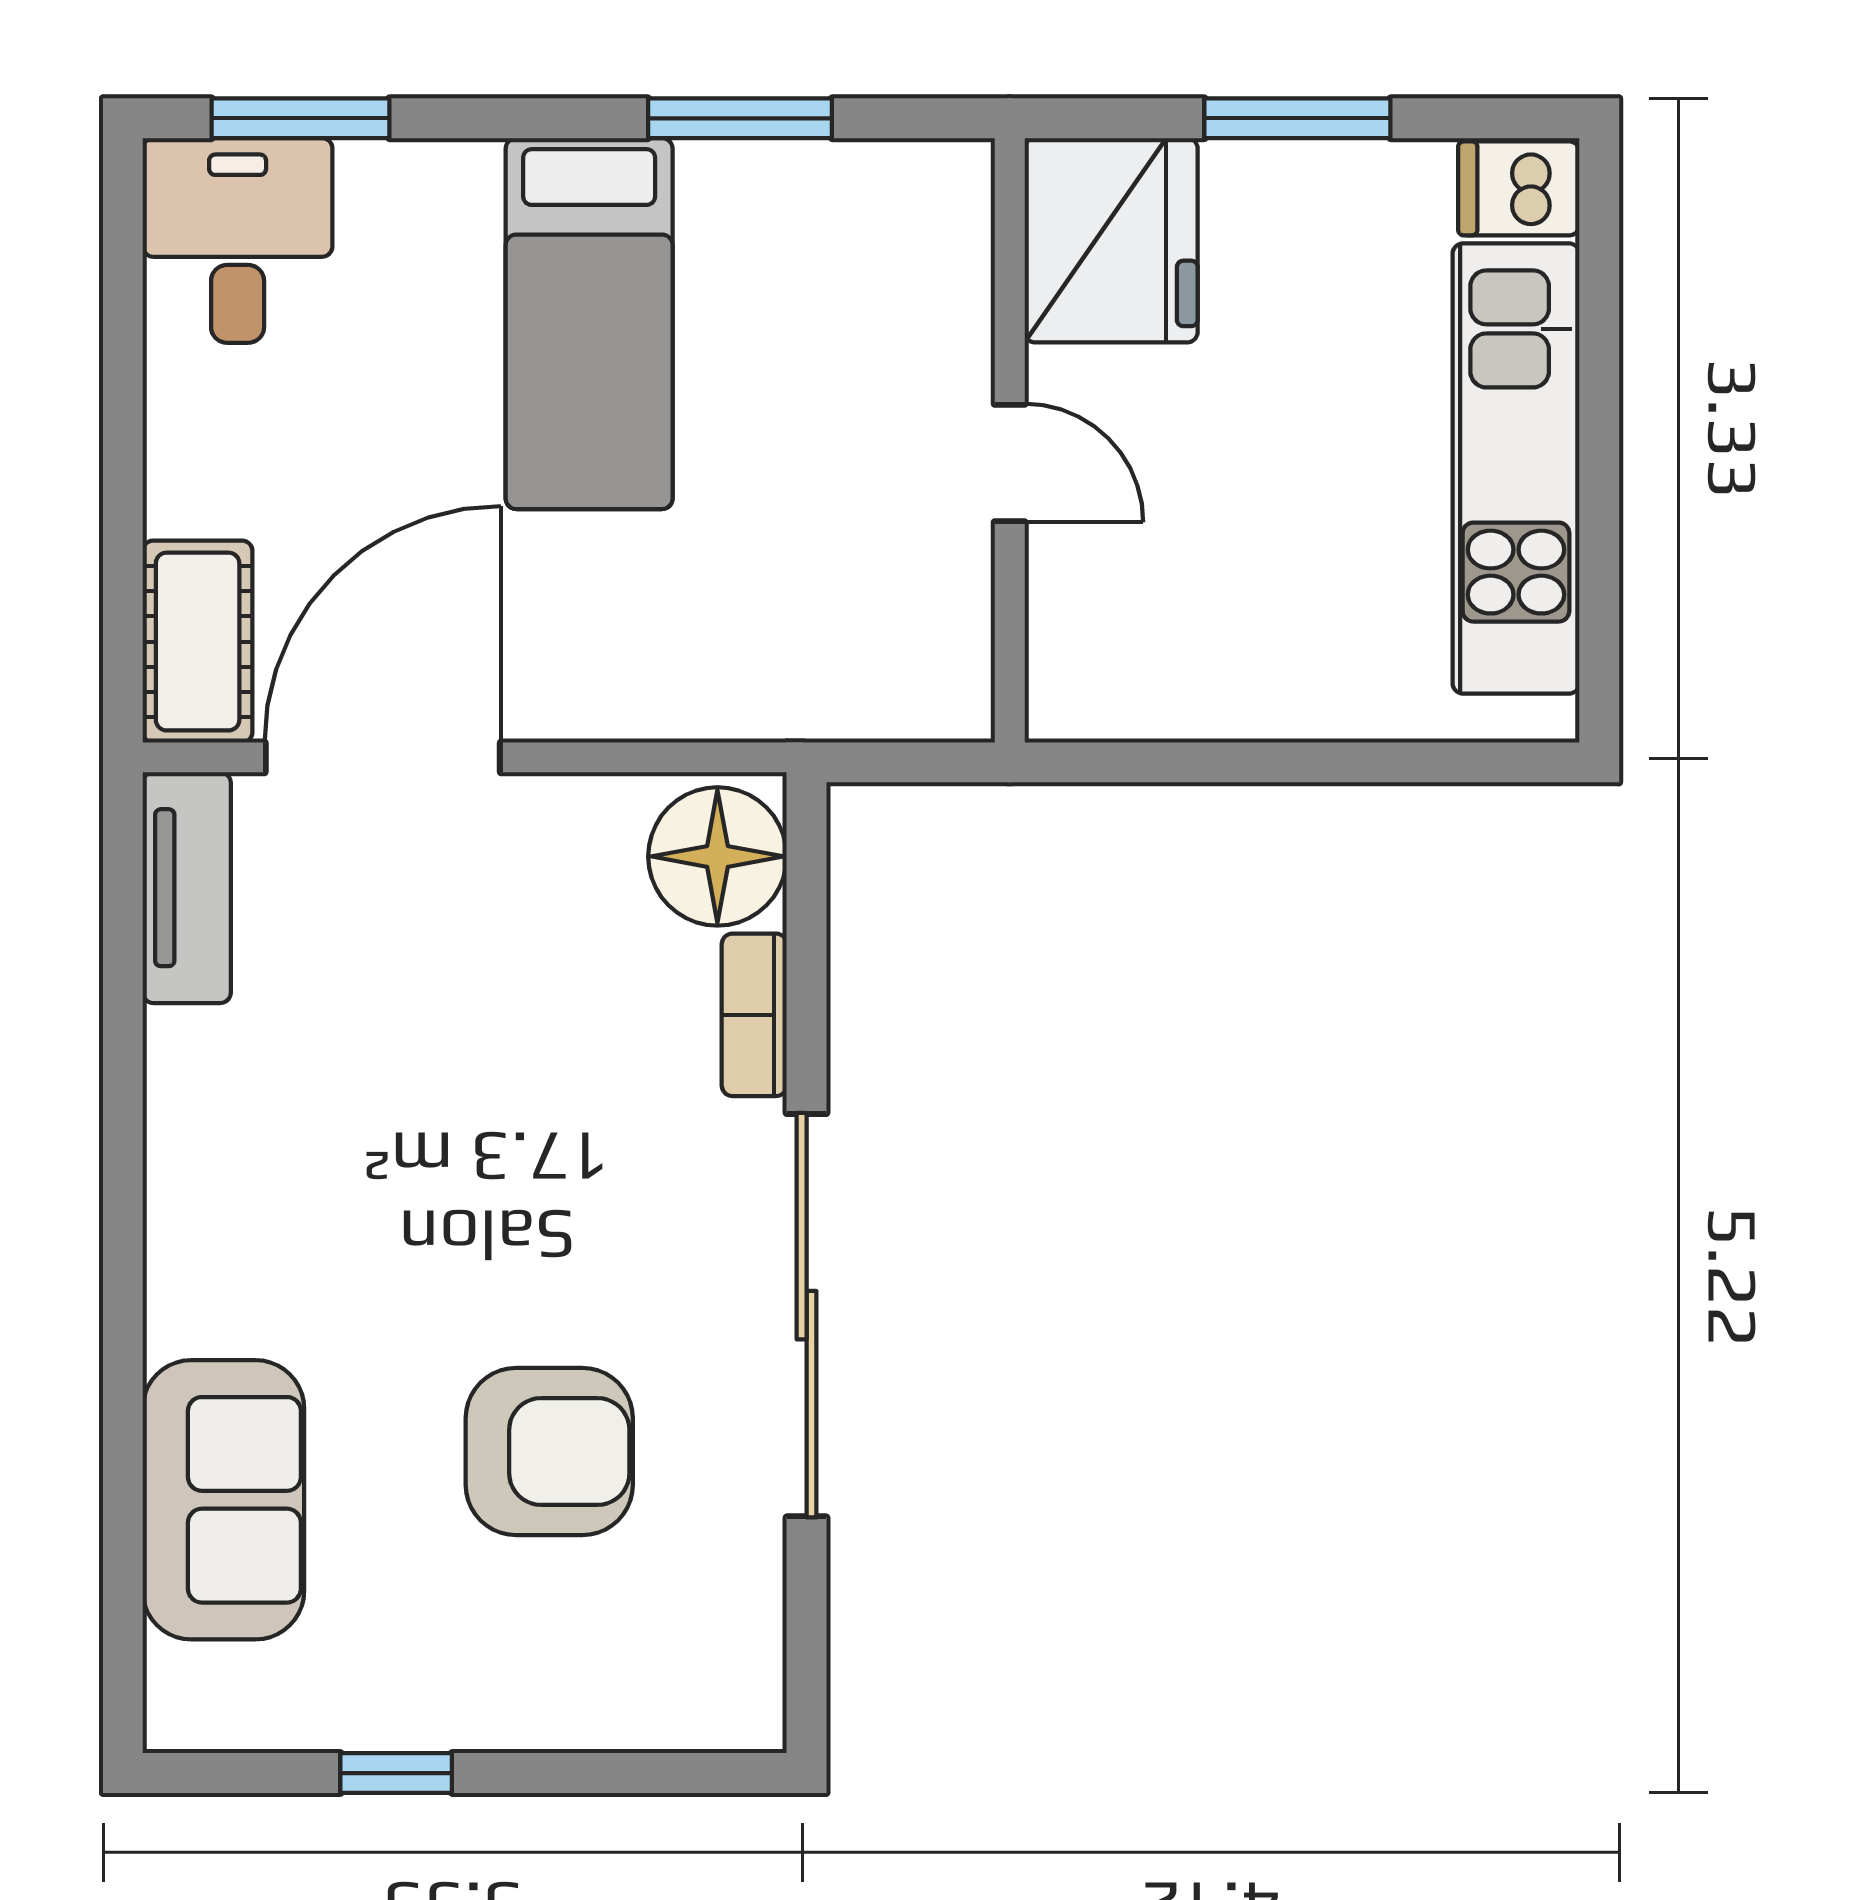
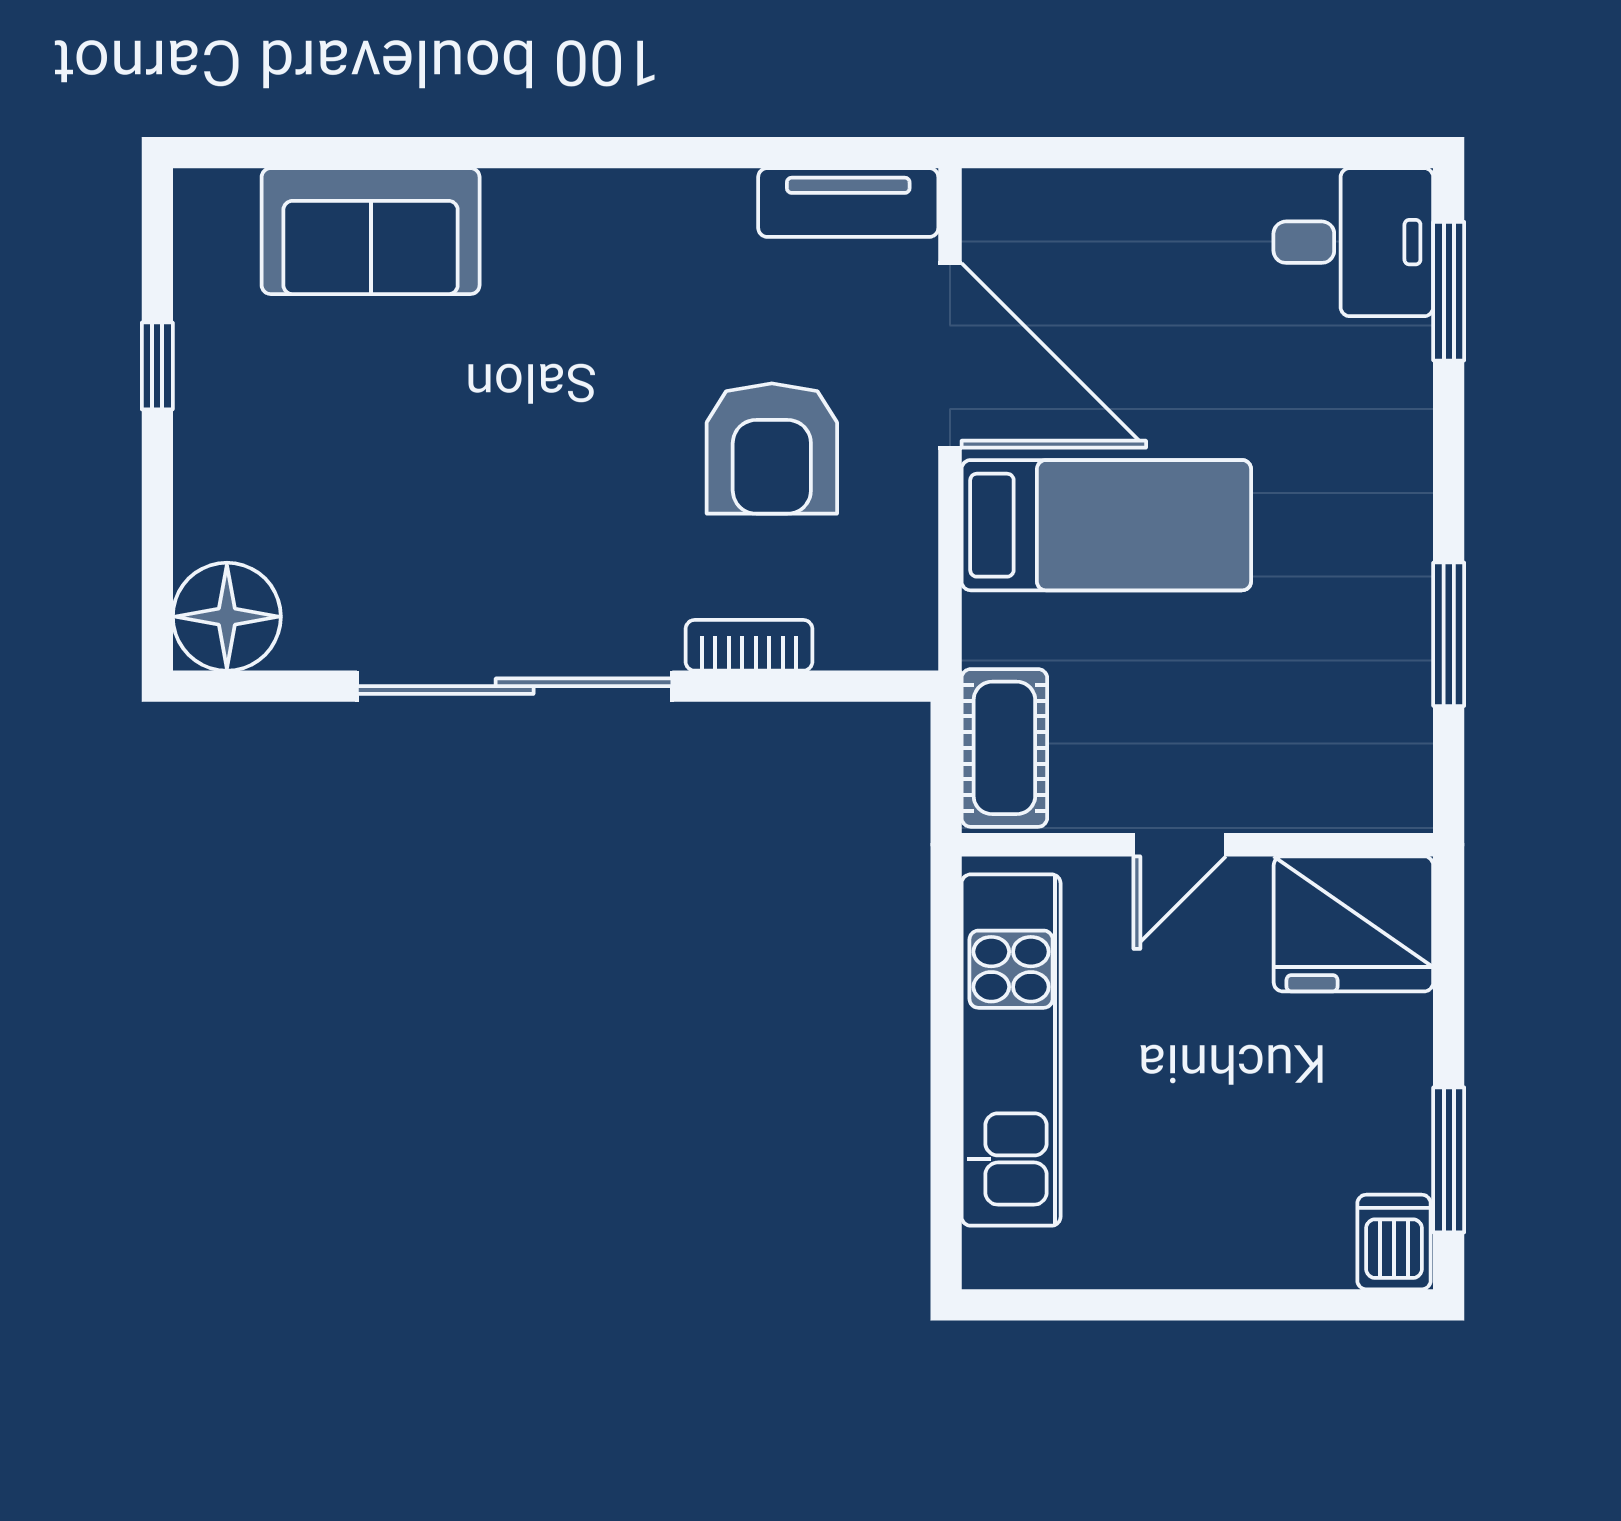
window: (1297, 118) -> (1449, 1160), moved
bed: (589, 324) -> (1106, 525), moved, turned 180
kitchen unit: (1516, 469) -> (1011, 1050), moved, turned 90
cot: (198, 642) -> (1004, 748), moved, turned 90
floor lamp: (717, 856) -> (227, 617), moved
armchair: (549, 1452) -> (772, 449), moved

